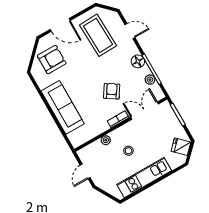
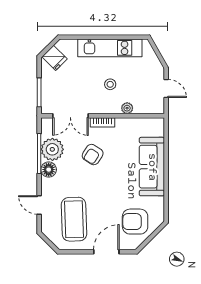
door: (60, 25) -> (106, 252), hinge flipped
plant: (150, 80) -> (52, 149), width x1.88, depth x1.88
door: (85, 171) -> (166, 88), hinge flipped

